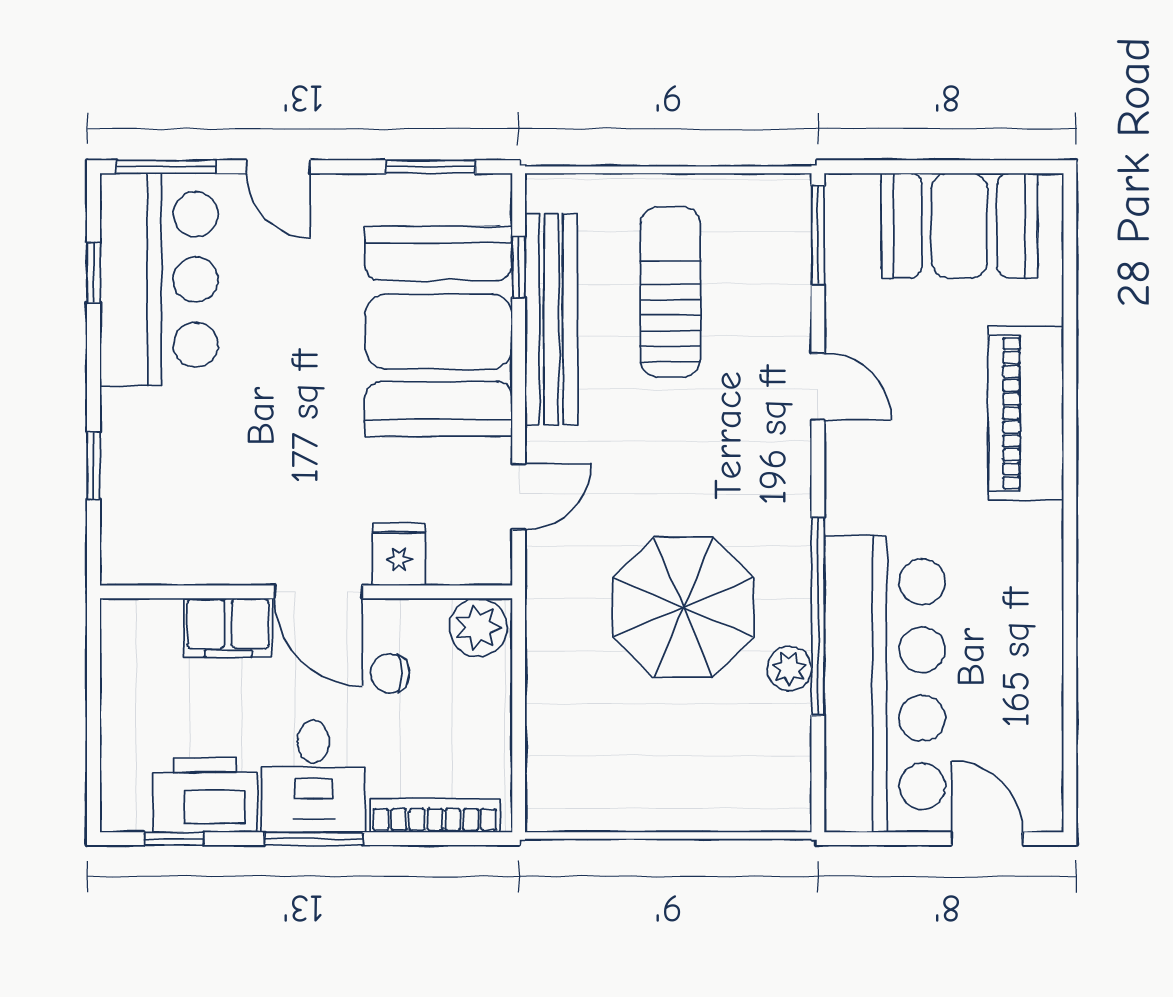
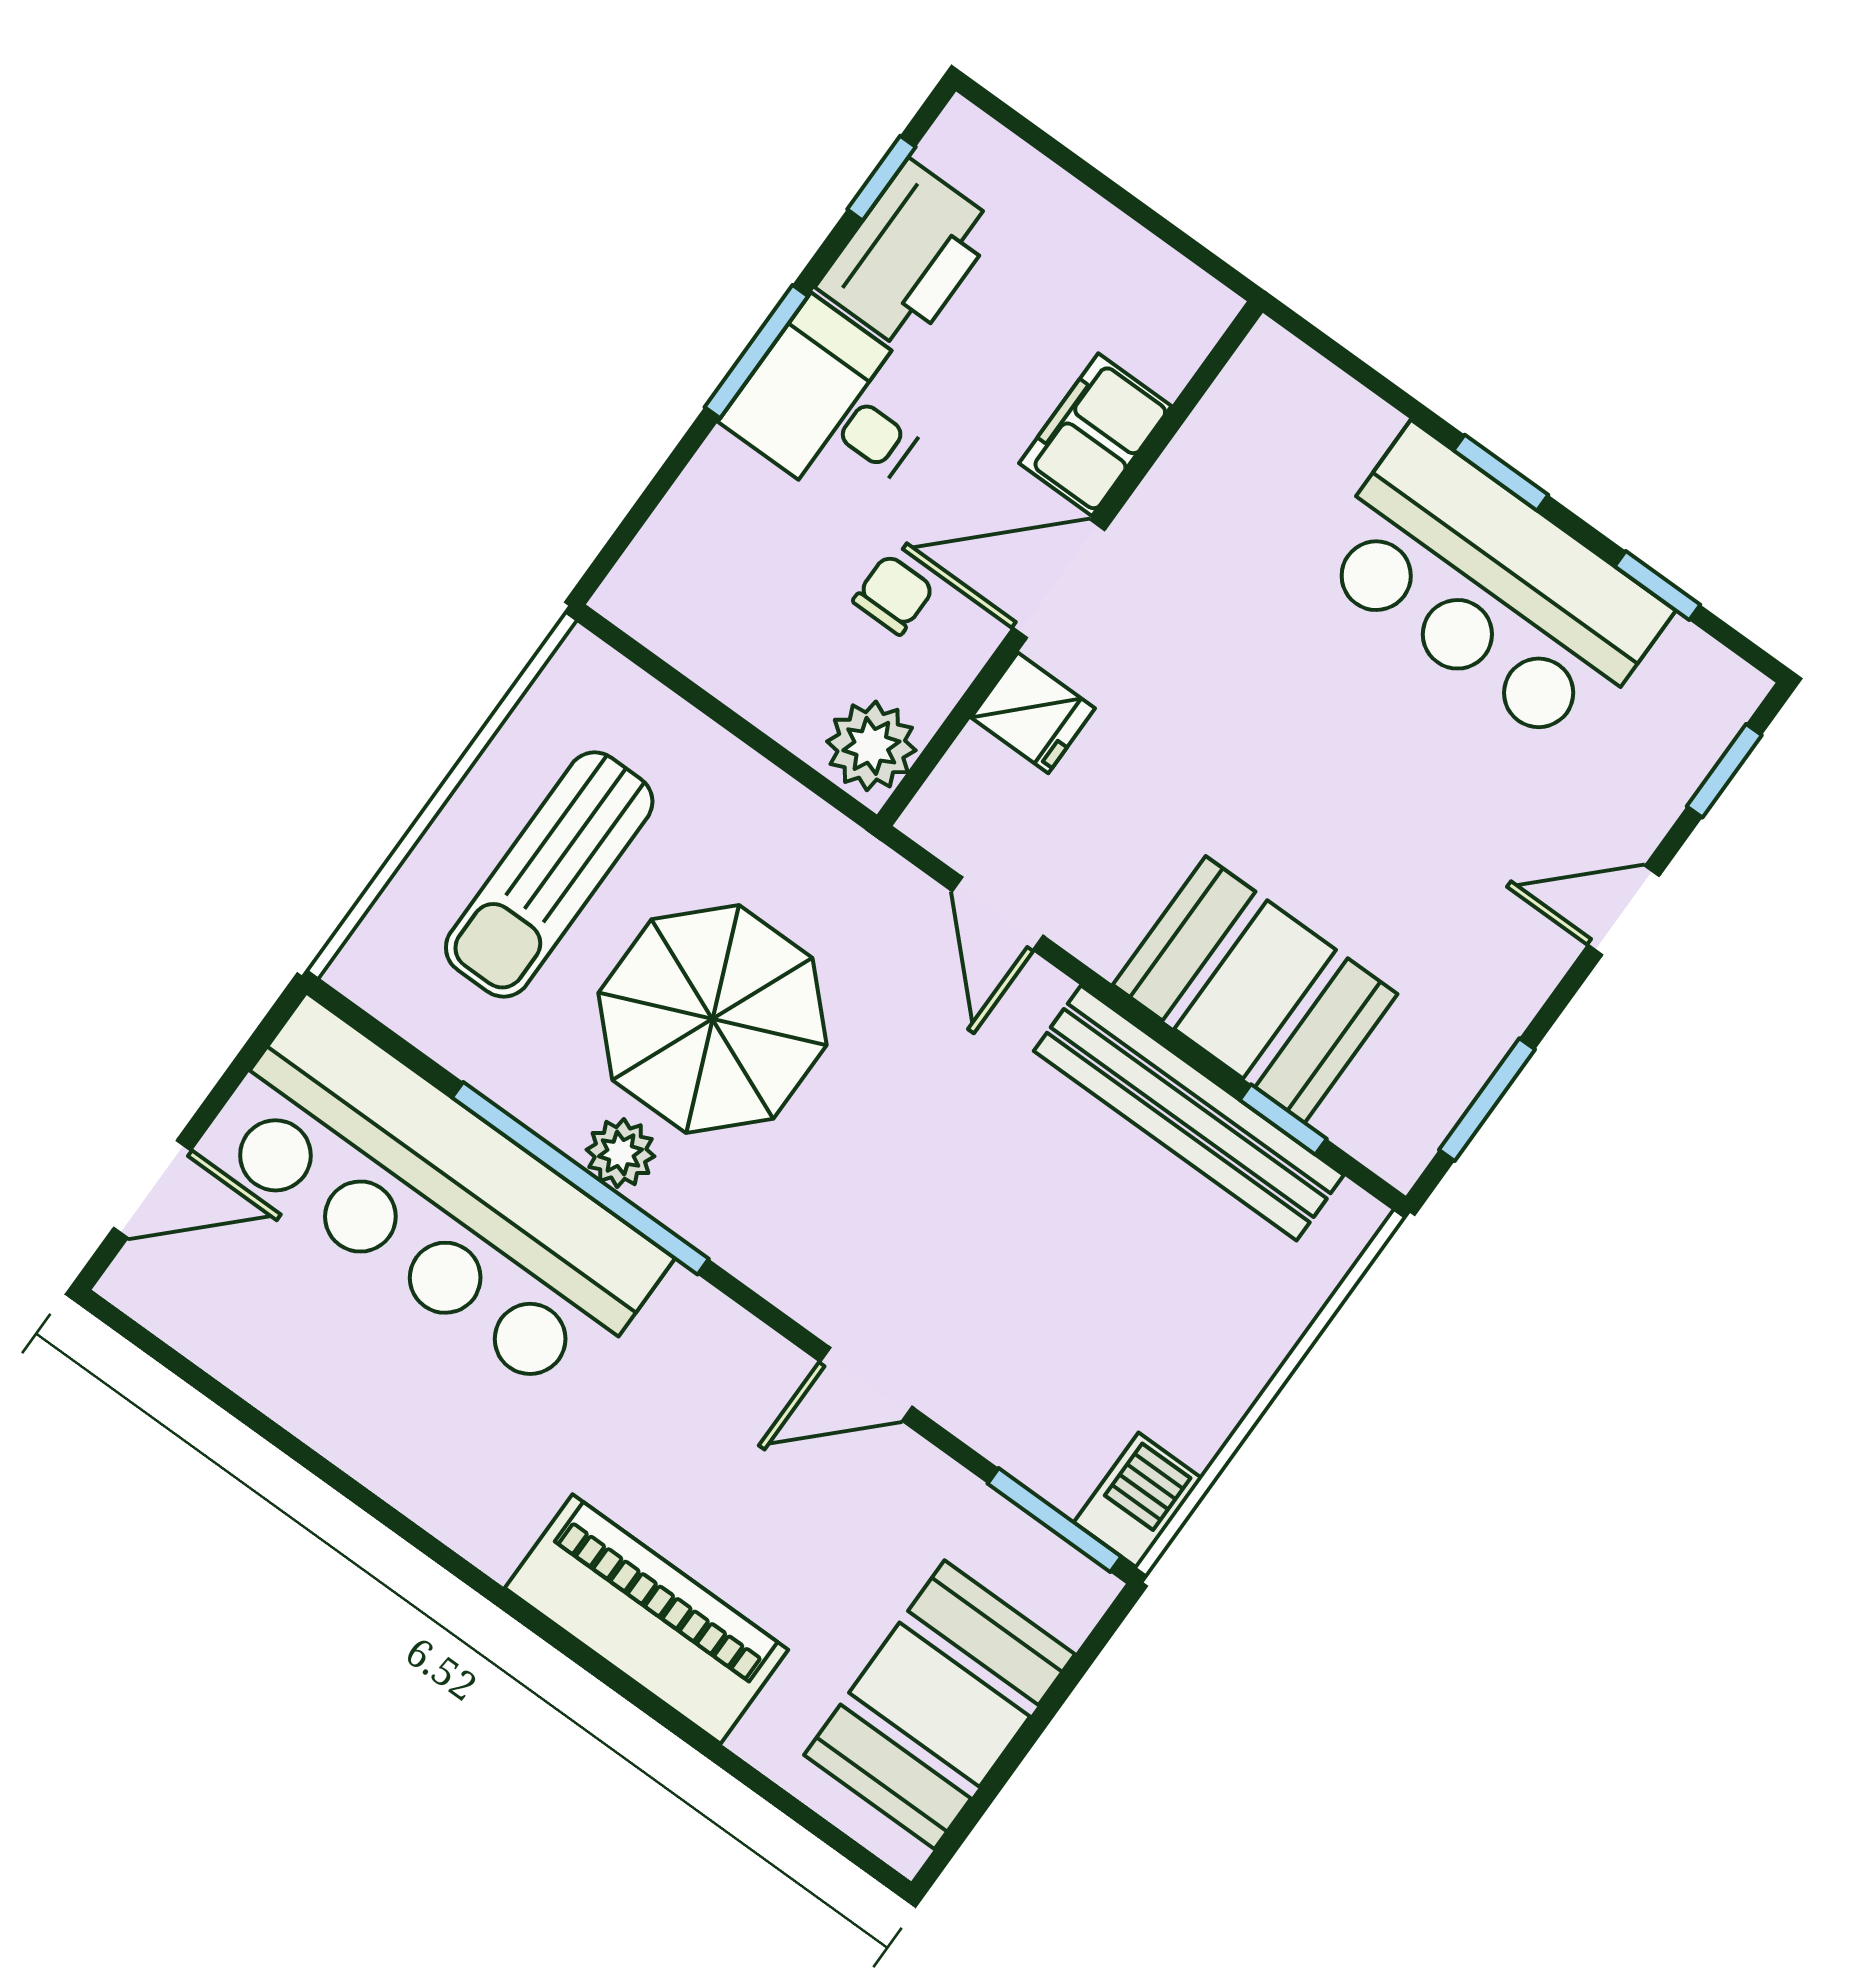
window: (166, 167) -> (1724, 771), width x0.67
barbecue: (776, 199) -> (1138, 1500), added
bar counter: (159, 279) -> (1490, 589), moved
sun lounger: (670, 292) -> (549, 875), moved, turned 90
booth: (439, 331) -> (1255, 989), width x0.73, depth x0.70
window: (94, 466) -> (1501, 473), moved
plant: (789, 669) -> (621, 1153), moved
bookcase: (435, 816) -> (676, 523), removed

